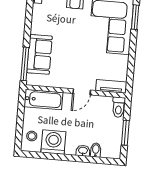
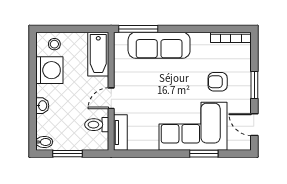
sofa: (40, 54) -> (159, 45), width x1.36
door: (82, 92) -> (111, 98), hinge flipped
toilet: (119, 107) -> (97, 125), moved
bidet: (96, 150) -> (44, 142), moved

